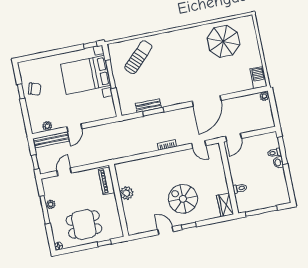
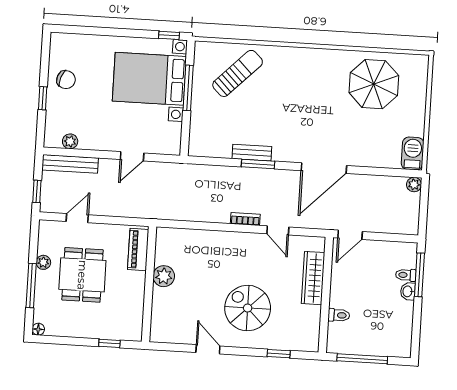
window: (21, 91) -> (43, 98), moved
bench: (148, 106) -> (252, 153), moved
window: (153, 112) -> (258, 164), moved
door: (74, 128) -> (132, 156), moved
door: (199, 144) -> (278, 230), moved
wardrobe: (225, 205) -> (313, 278), moved, width x1.50
window: (45, 210) -> (31, 285), moved
dining table: (84, 224) -> (82, 275), moved, turned 90
window: (189, 226) -> (279, 354), moved

